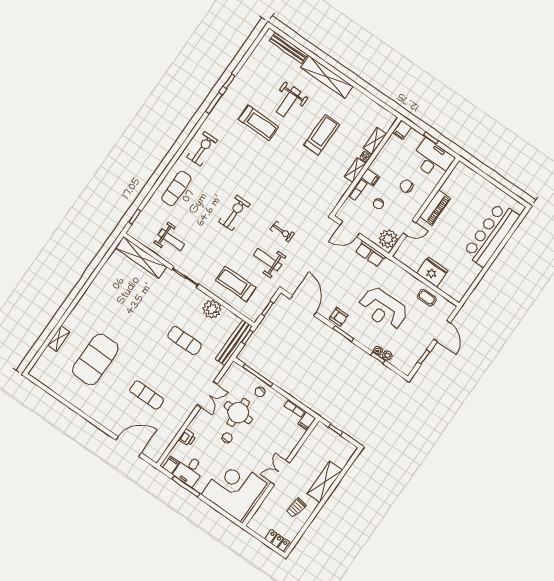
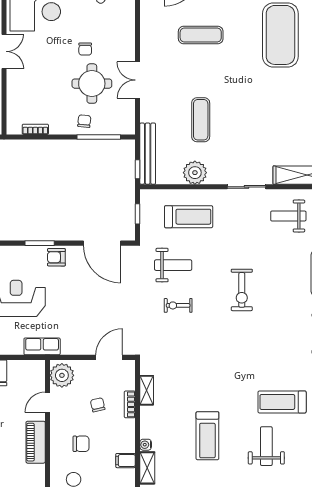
shelving: (355, 170) -> (147, 390), moved
filing cabinet: (370, 177) -> (125, 461), moved
row of seats: (370, 254) -> (42, 346), moved
exercise mat: (185, 341) -> (201, 120), turned 90
filing cabinet: (307, 421) -> (14, 125), removed
printer: (187, 437) -> (127, 20), removed

